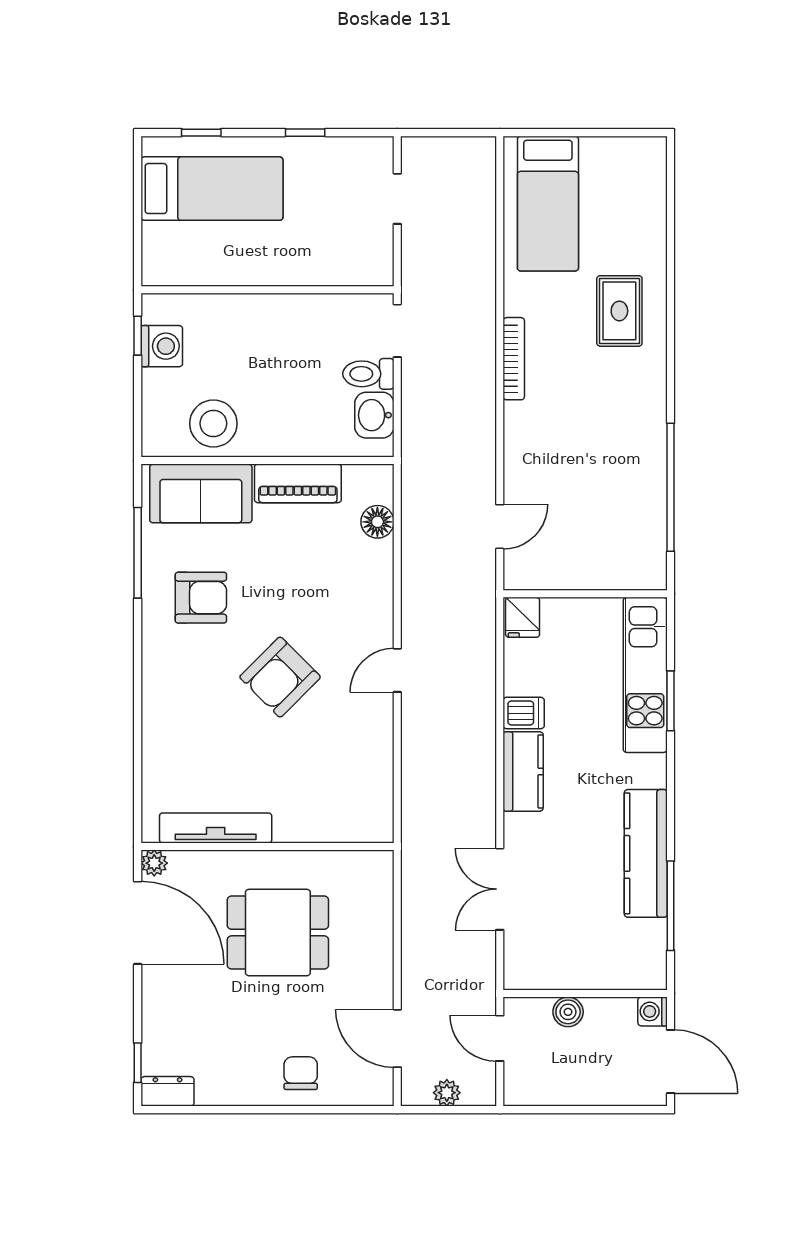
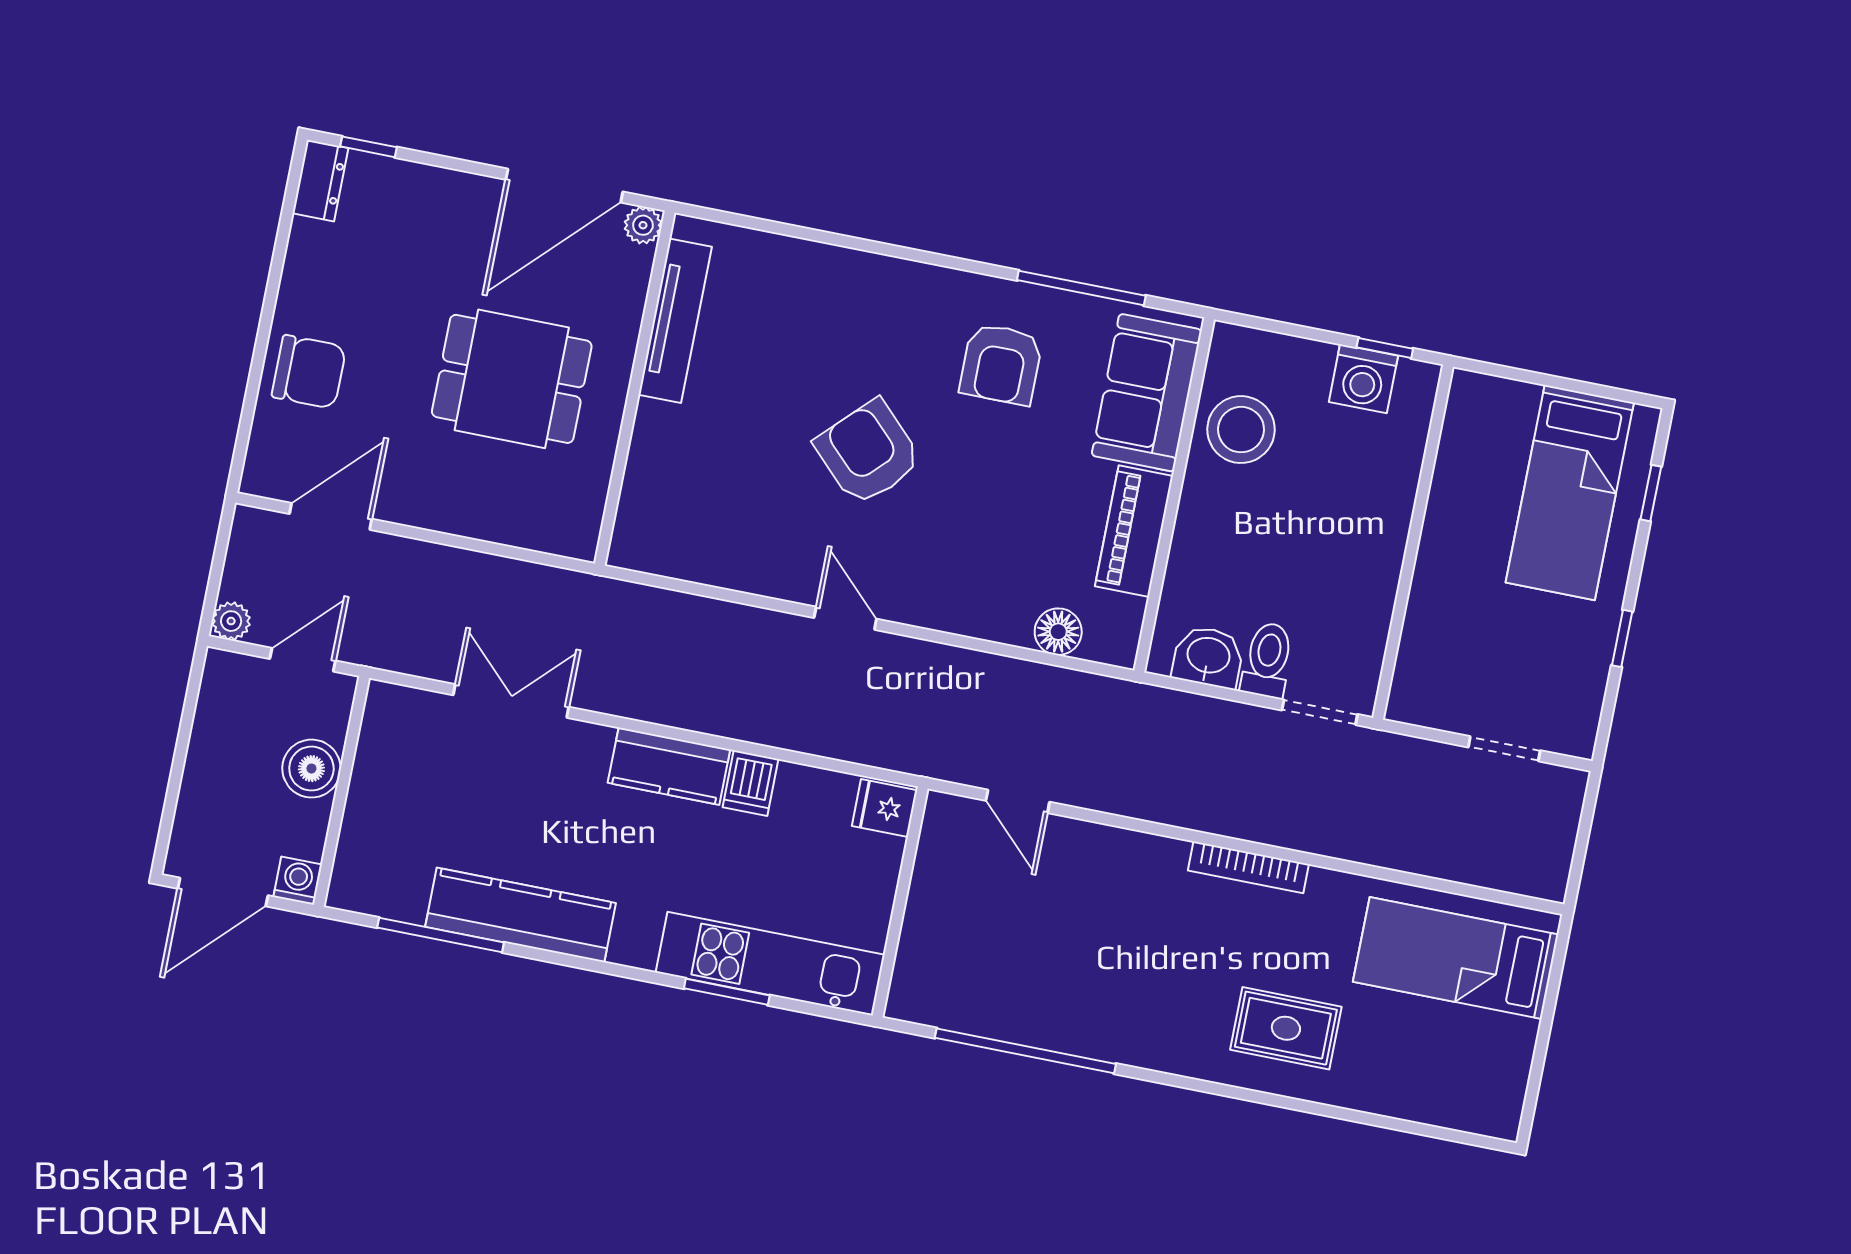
dining table: (278, 933) -> (512, 379), turned 90
boiler: (568, 1012) -> (311, 769), width x1.36, depth x1.36
chair: (301, 1073) -> (309, 372), width x1.37, depth x1.37
plant: (447, 1093) -> (231, 621), moved

